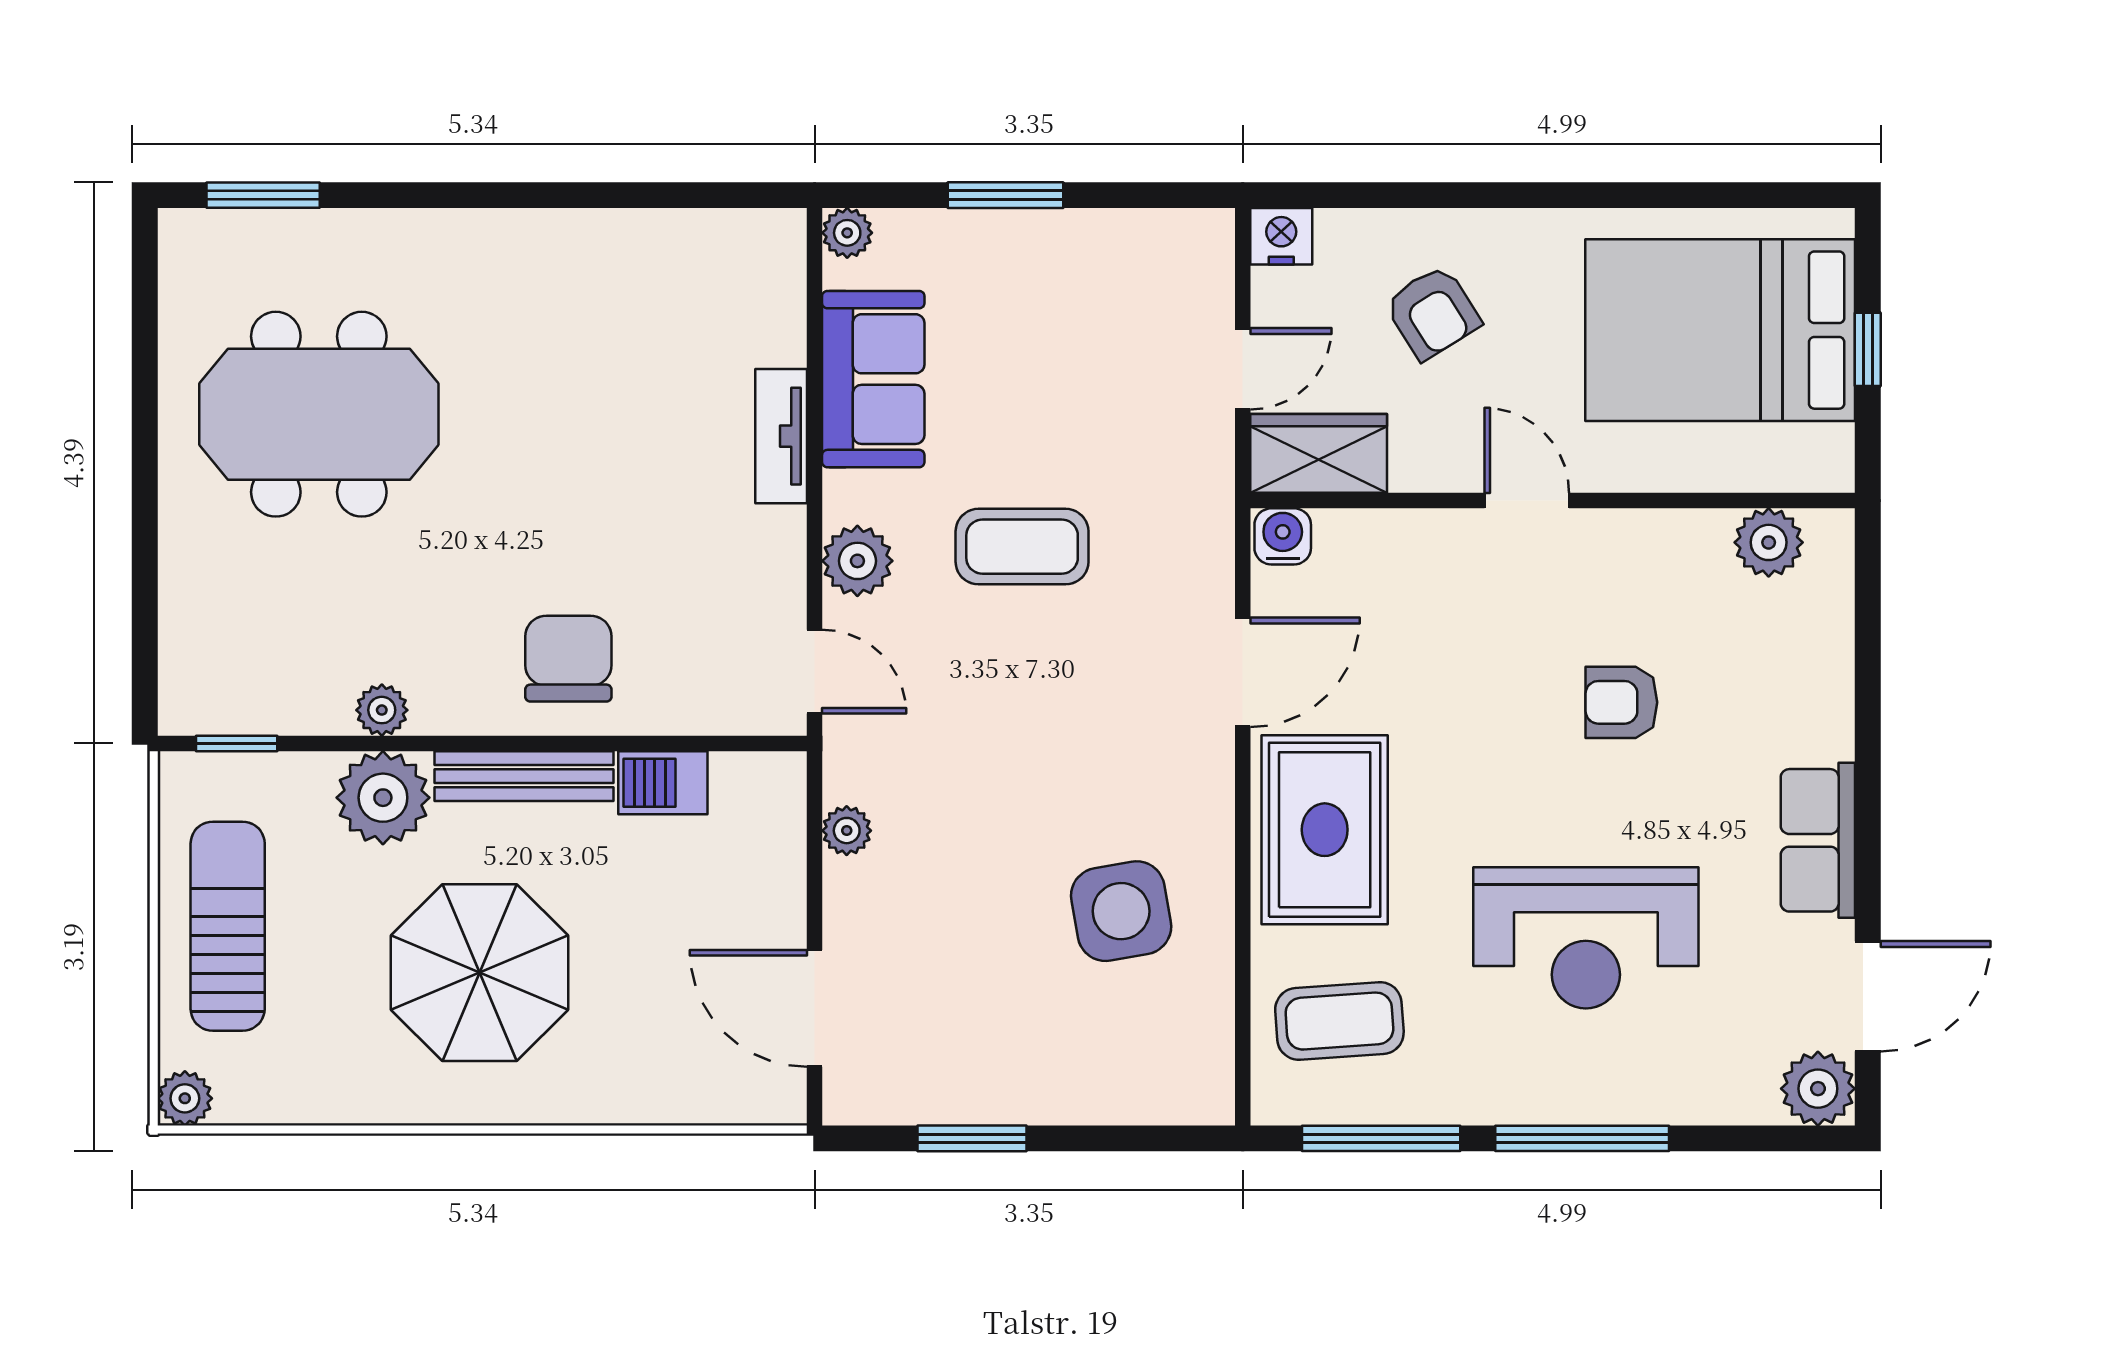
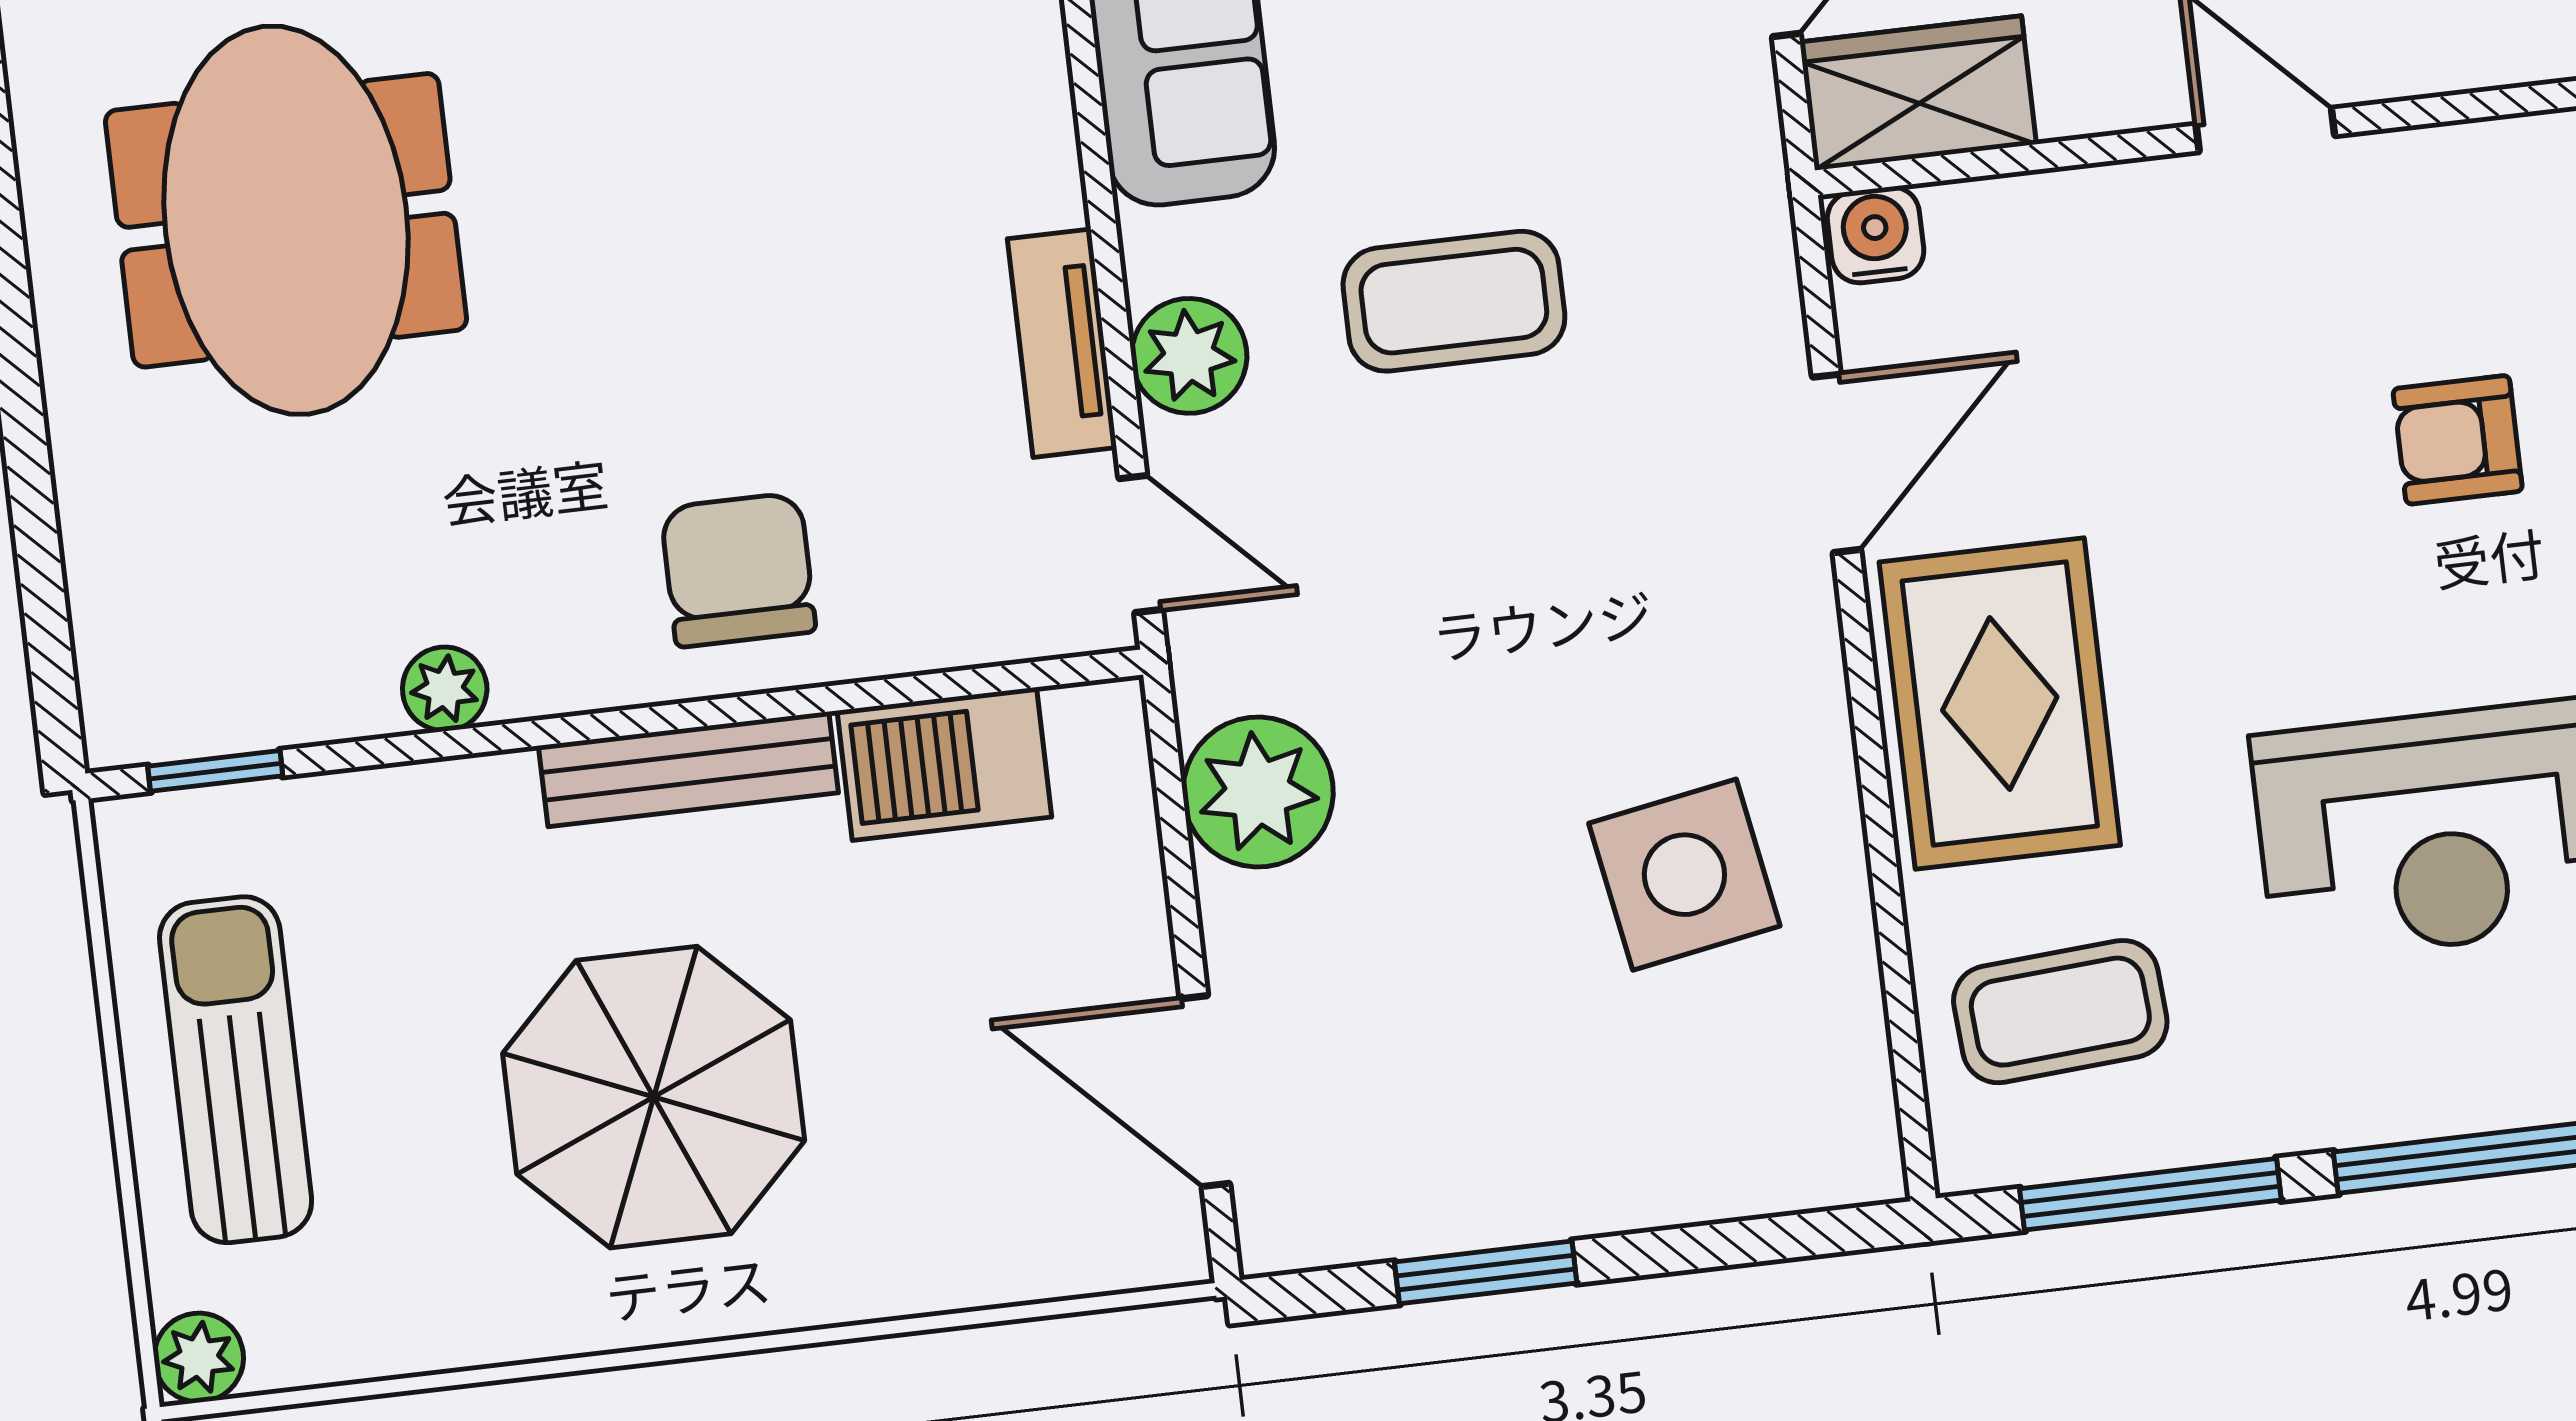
meeting table: (319, 414) -> (286, 220), turned 90
tv unit: (781, 436) -> (1062, 343), moved
barbecue: (663, 783) -> (944, 764), width x1.38, depth x1.27
plant: (383, 798) -> (463, 831), removed
plant: (847, 831) -> (1258, 792), width x1.88, depth x1.88

